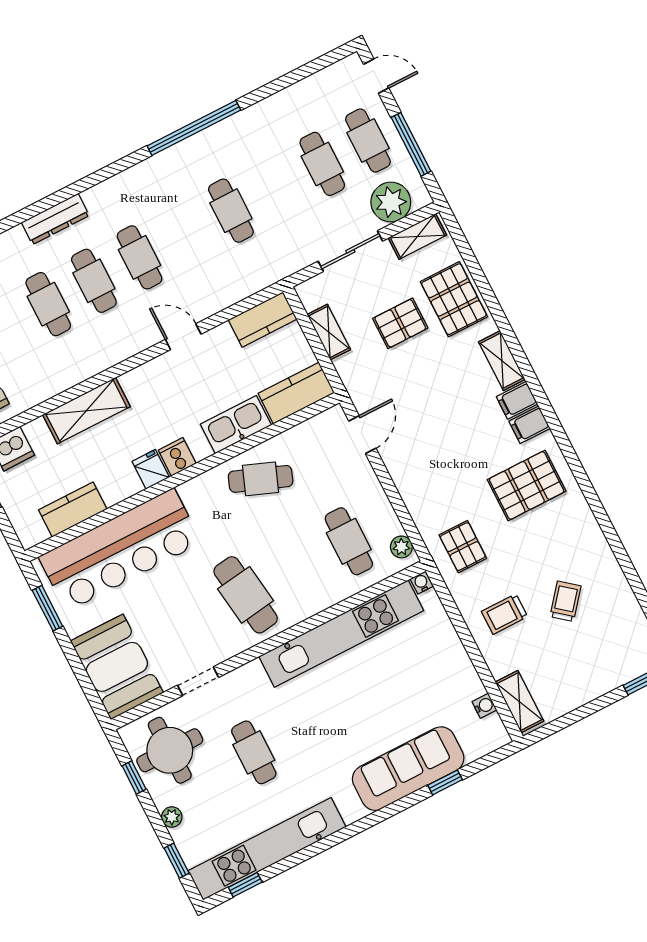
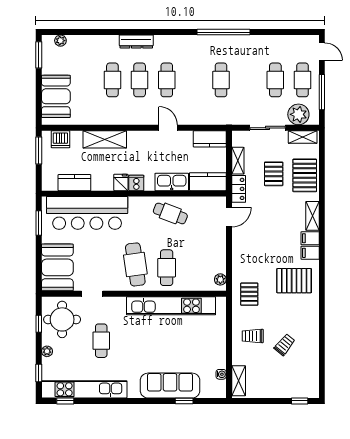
pallet: (400, 323) -> (274, 174), turned 90
locker: (354, 379) -> (239, 189), added
cafe table: (349, 541) -> (167, 268), moved
water cooler: (422, 583) -> (221, 301), removed

